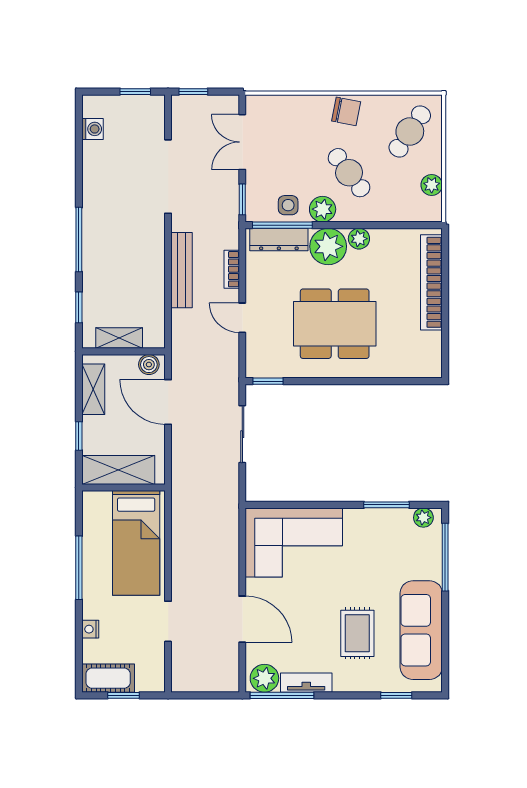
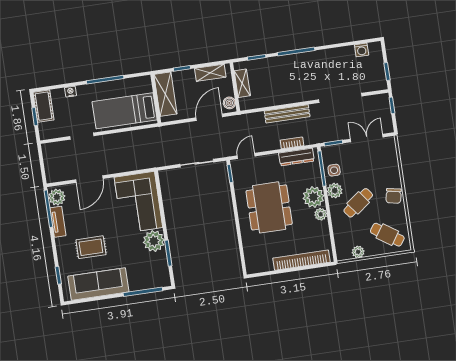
dresser: (279, 240) -> (296, 157), moved, turned -90
door: (242, 318) -> (246, 156), moved
plant: (423, 518) -> (154, 241), moved, width x1.88, depth x1.88

